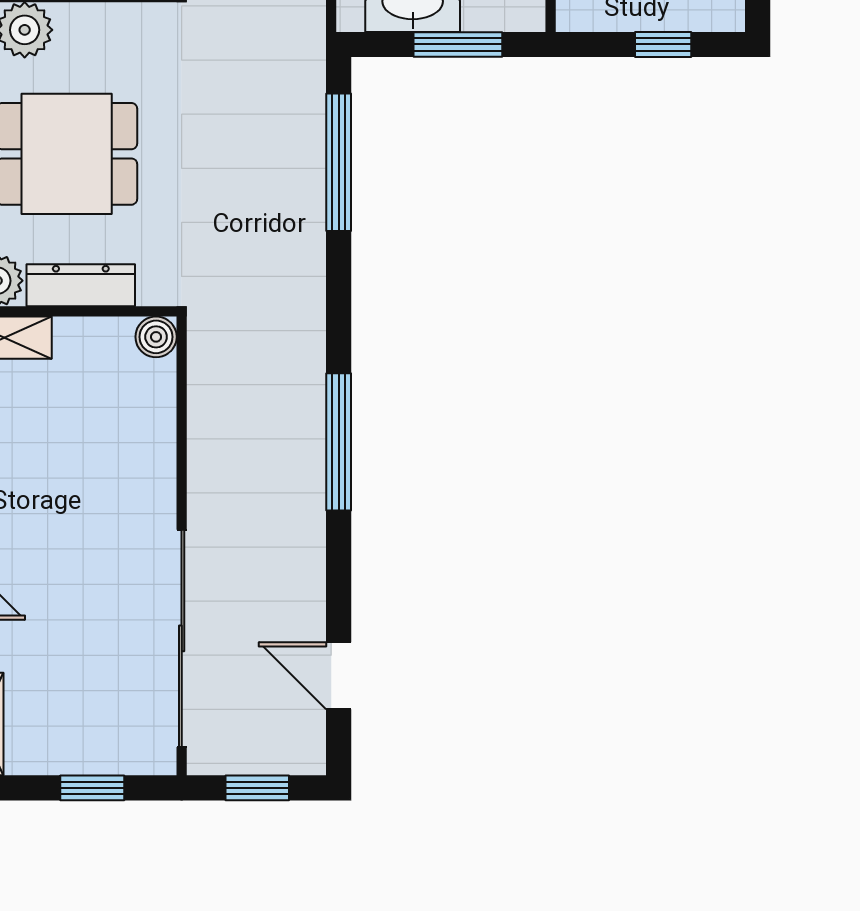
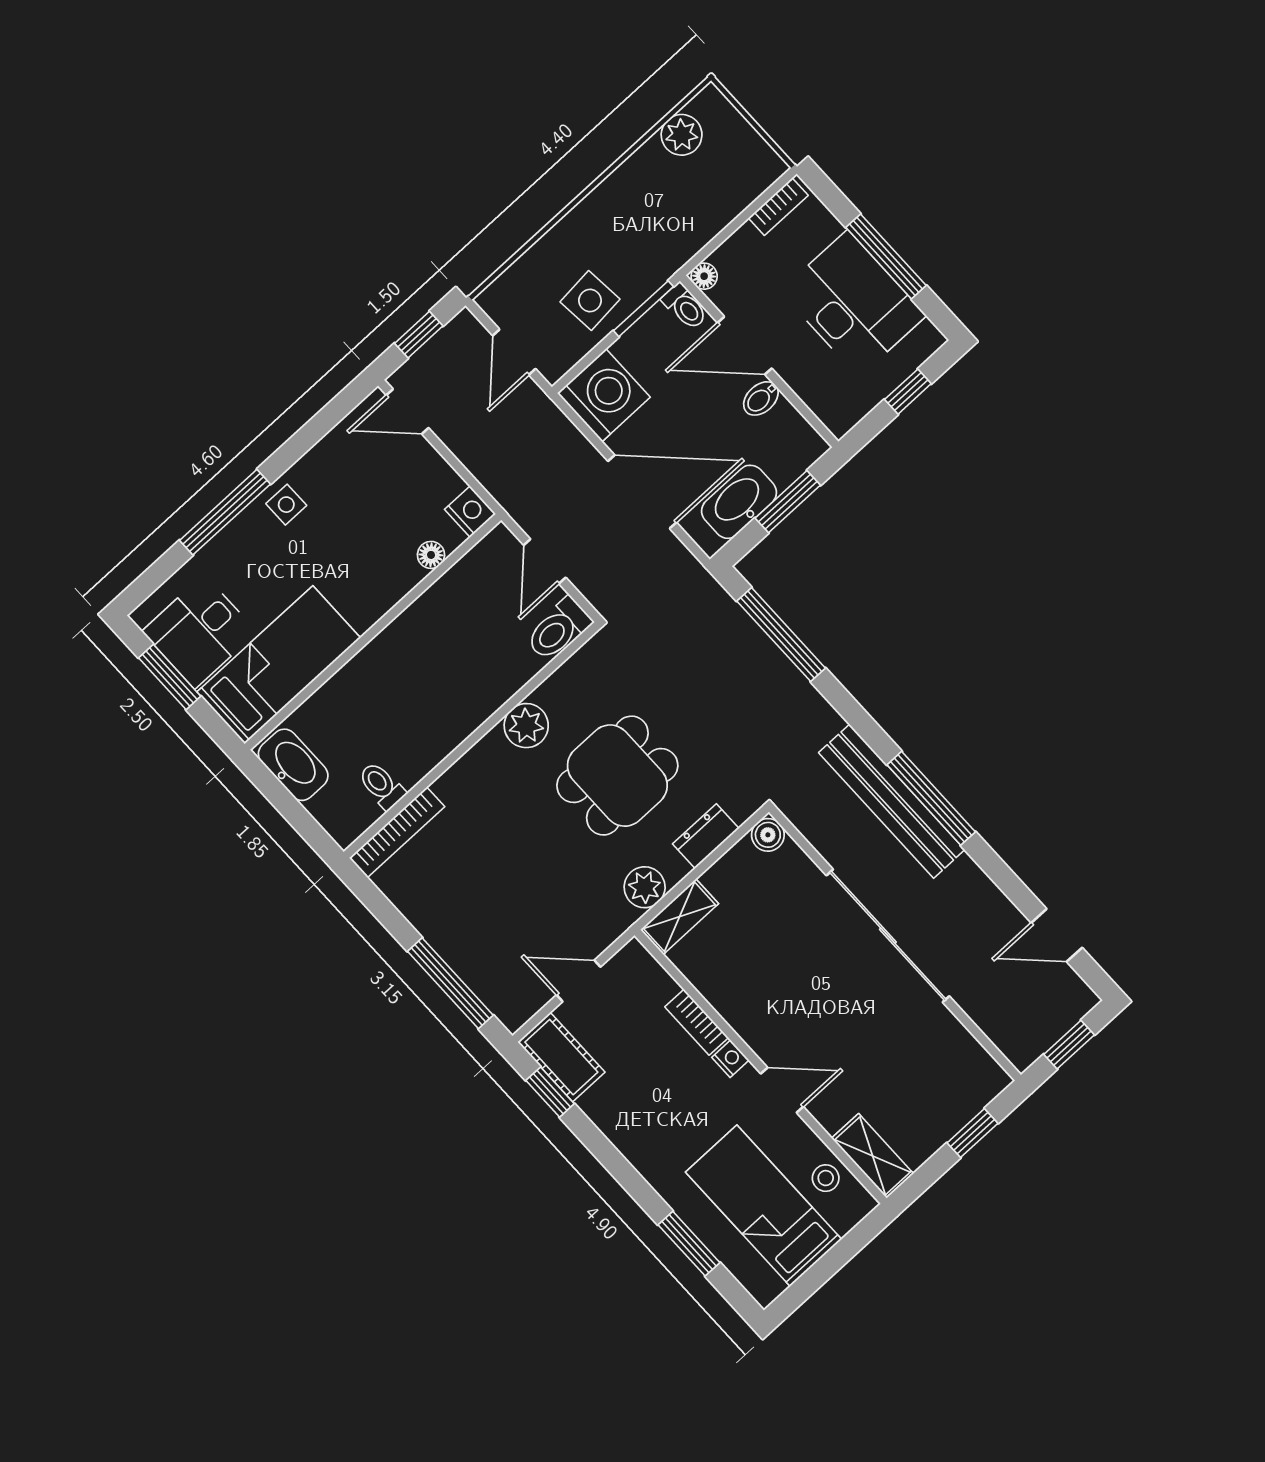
dresser: (81, 285) -> (706, 836), width x0.70
bench: (299, 411) -> (892, 801), added
sliding door: (182, 638) -> (888, 936), moved

